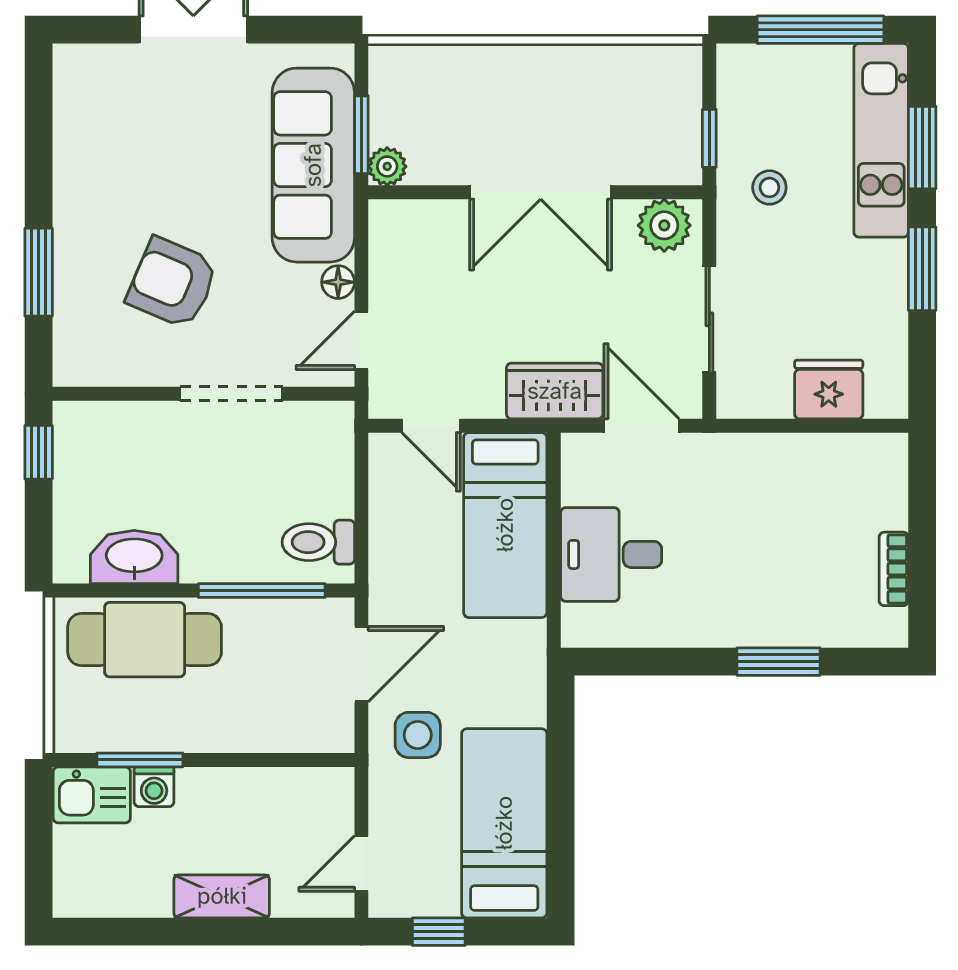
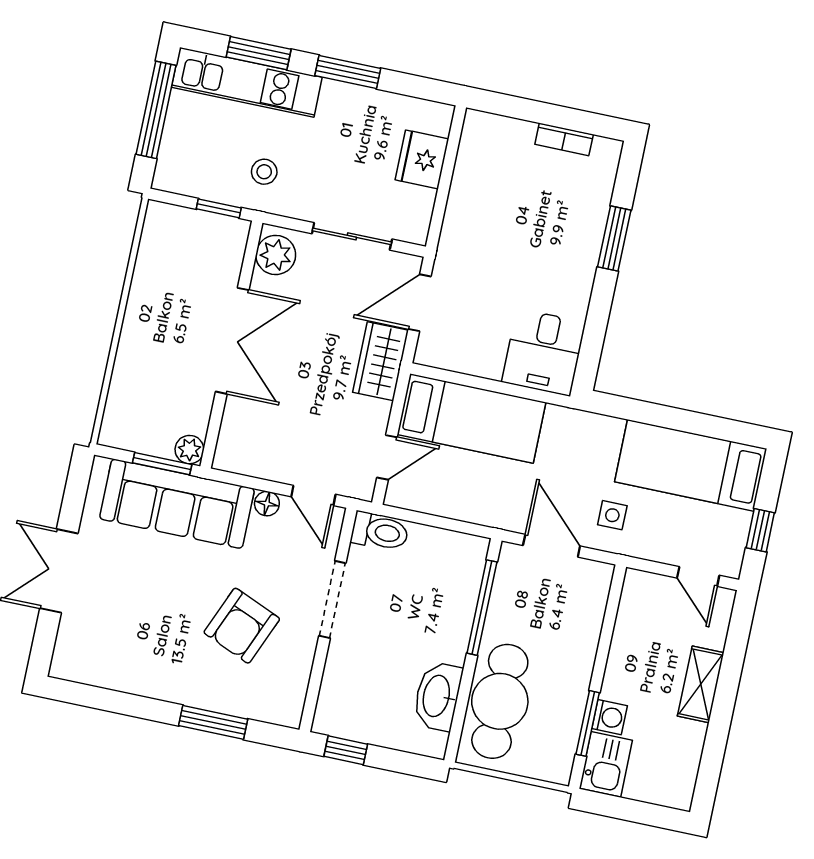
toilet: (318, 542) -> (380, 532), moved, turned -90
desk: (611, 554) -> (544, 352), moved
side table: (418, 735) -> (612, 515), width x0.73, depth x0.73

